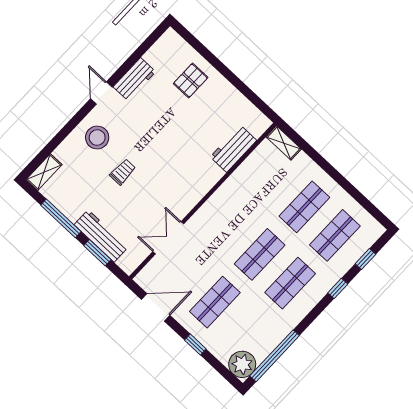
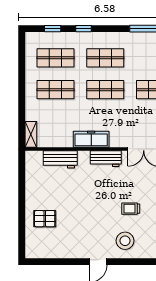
workbench: (134, 79) -> (106, 159), moved, turned 180
freezer: (225, 196) -> (91, 139), added

